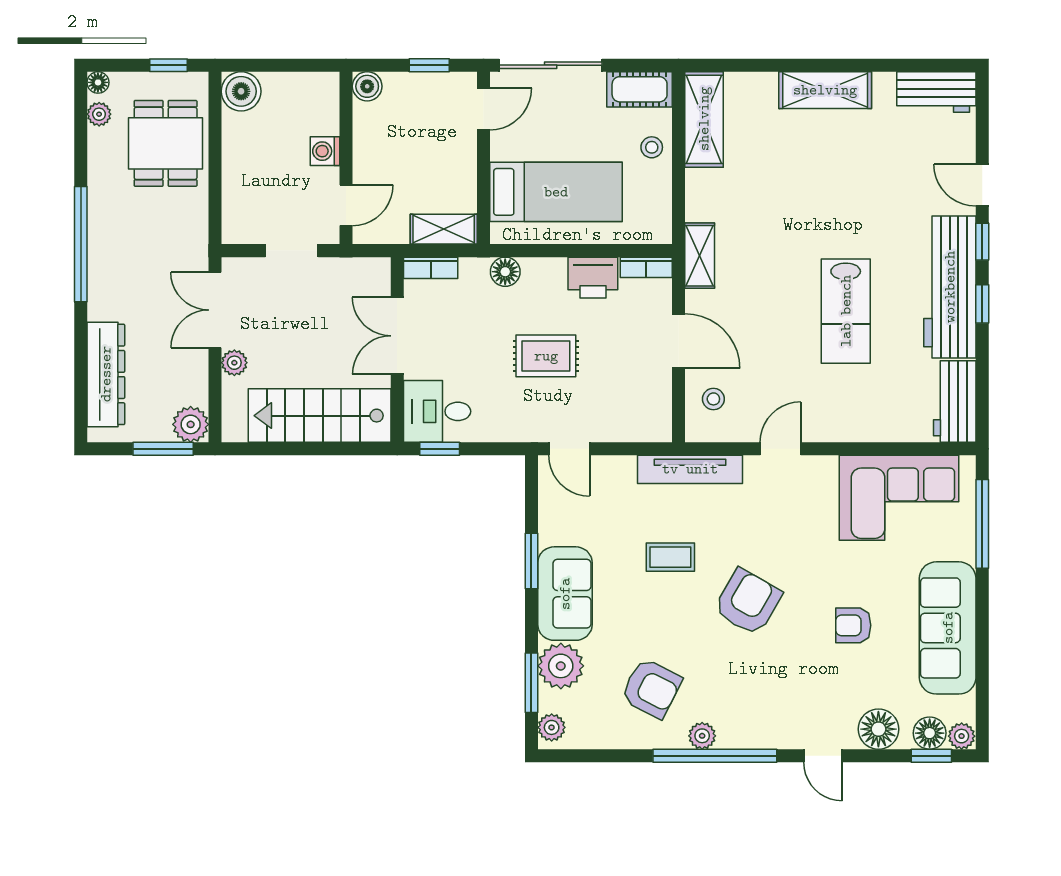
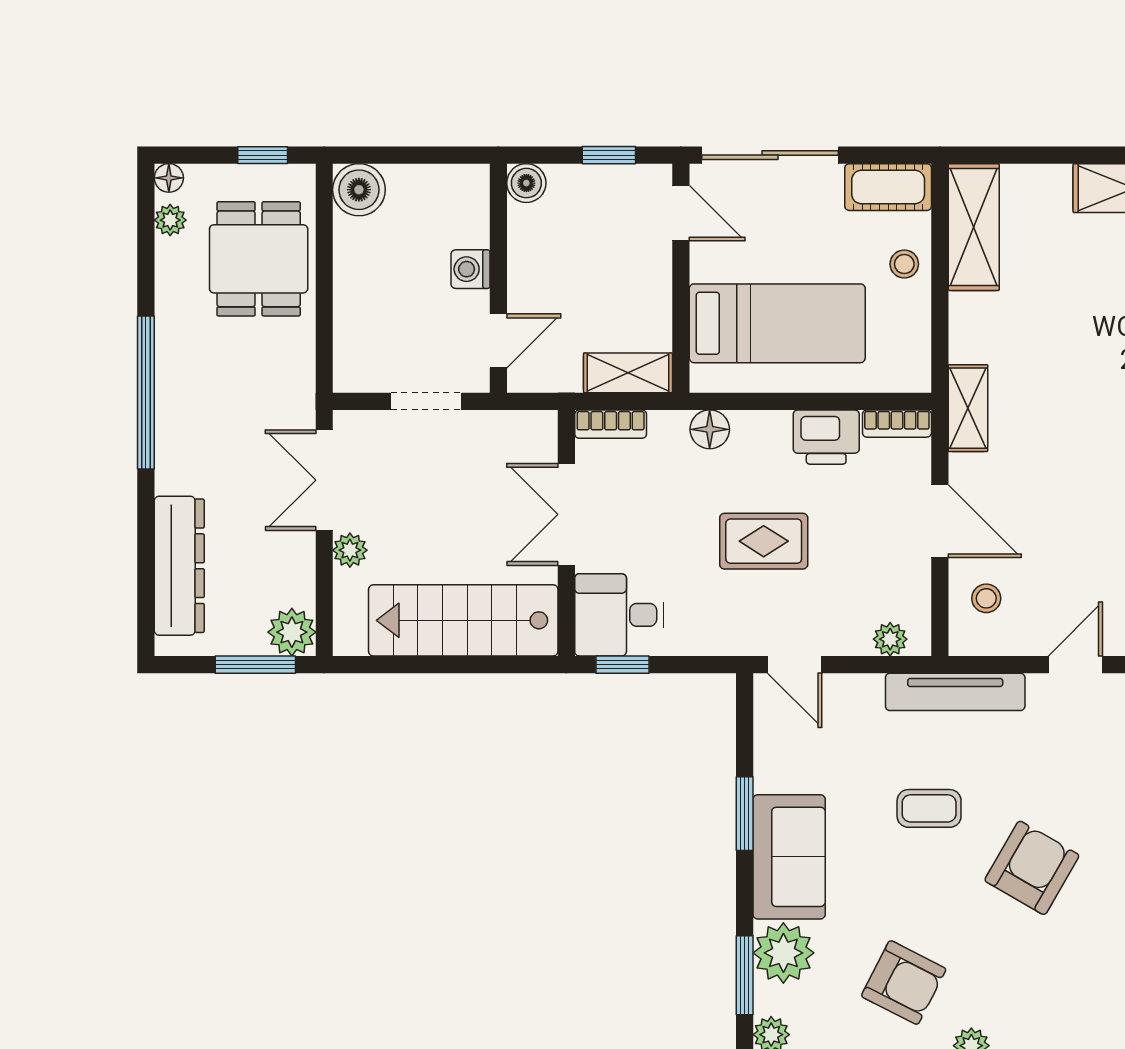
door: (484, 109) -> (681, 213), hinge flipped
plant: (641, 430) -> (890, 639), added

